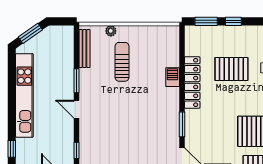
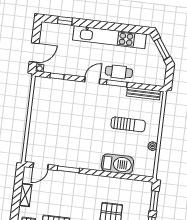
plant: (111, 31) -> (152, 146), moved
barbecue: (173, 77) -> (117, 164), width x1.88, depth x1.53
cafe table: (63, 80) -> (119, 72), added
locker: (192, 82) -> (103, 182), removed

